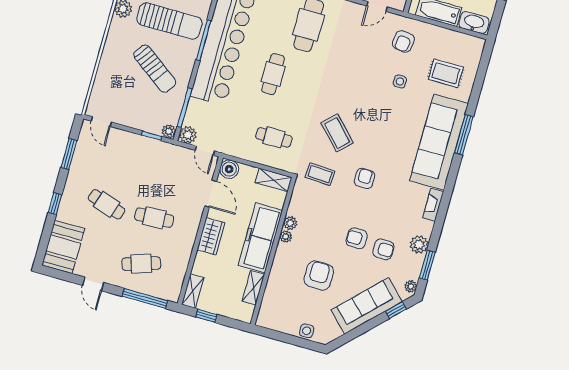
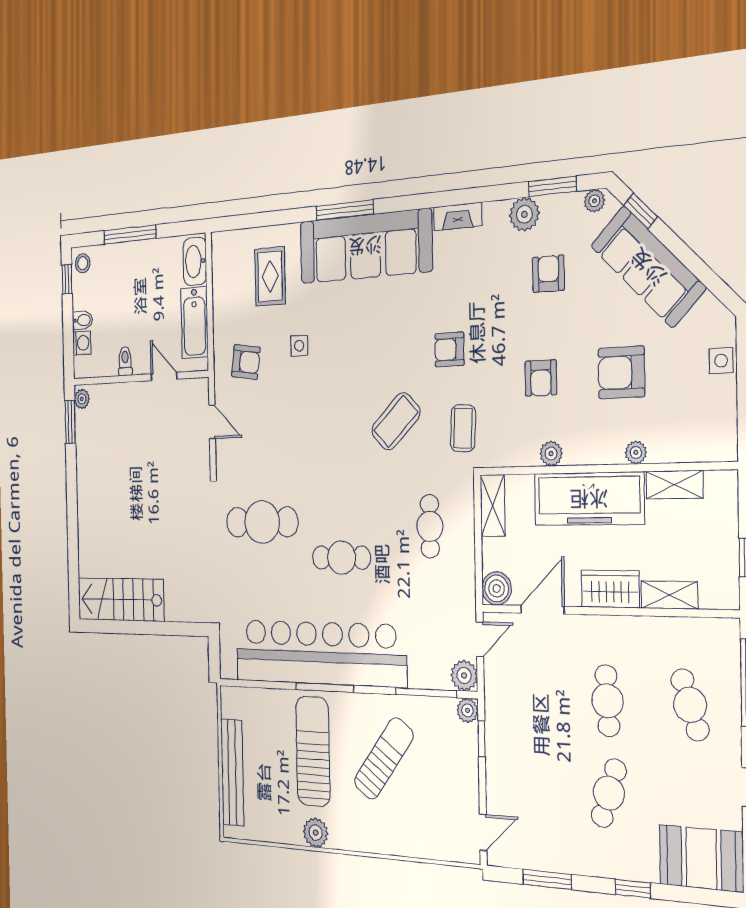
plant: (286, 237) -> (636, 452), moved
armchair: (357, 238) -> (541, 378), moved
shelving: (193, 291) -> (669, 595), moved

